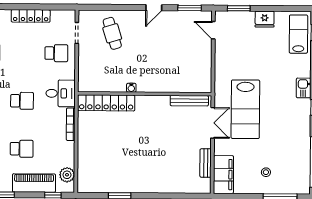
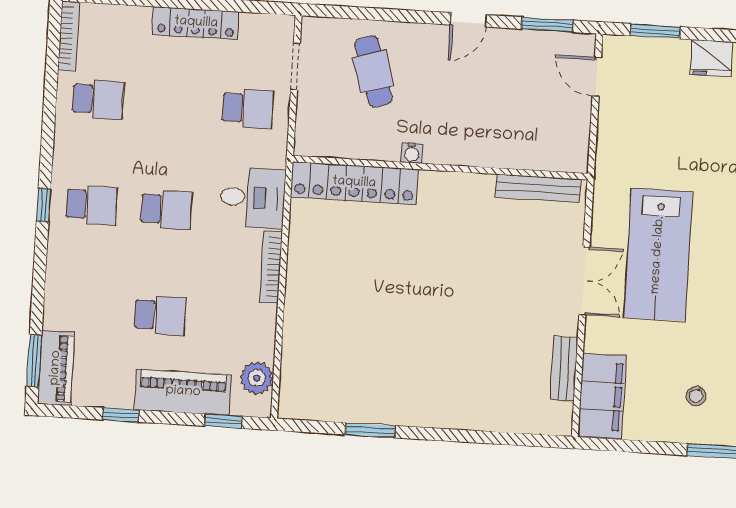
water cooler: (131, 88) -> (412, 153), moved
wall: (145, 94) -> (440, 168), moved
bench: (189, 101) -> (538, 188), moved
locker: (106, 103) -> (354, 183), moved

